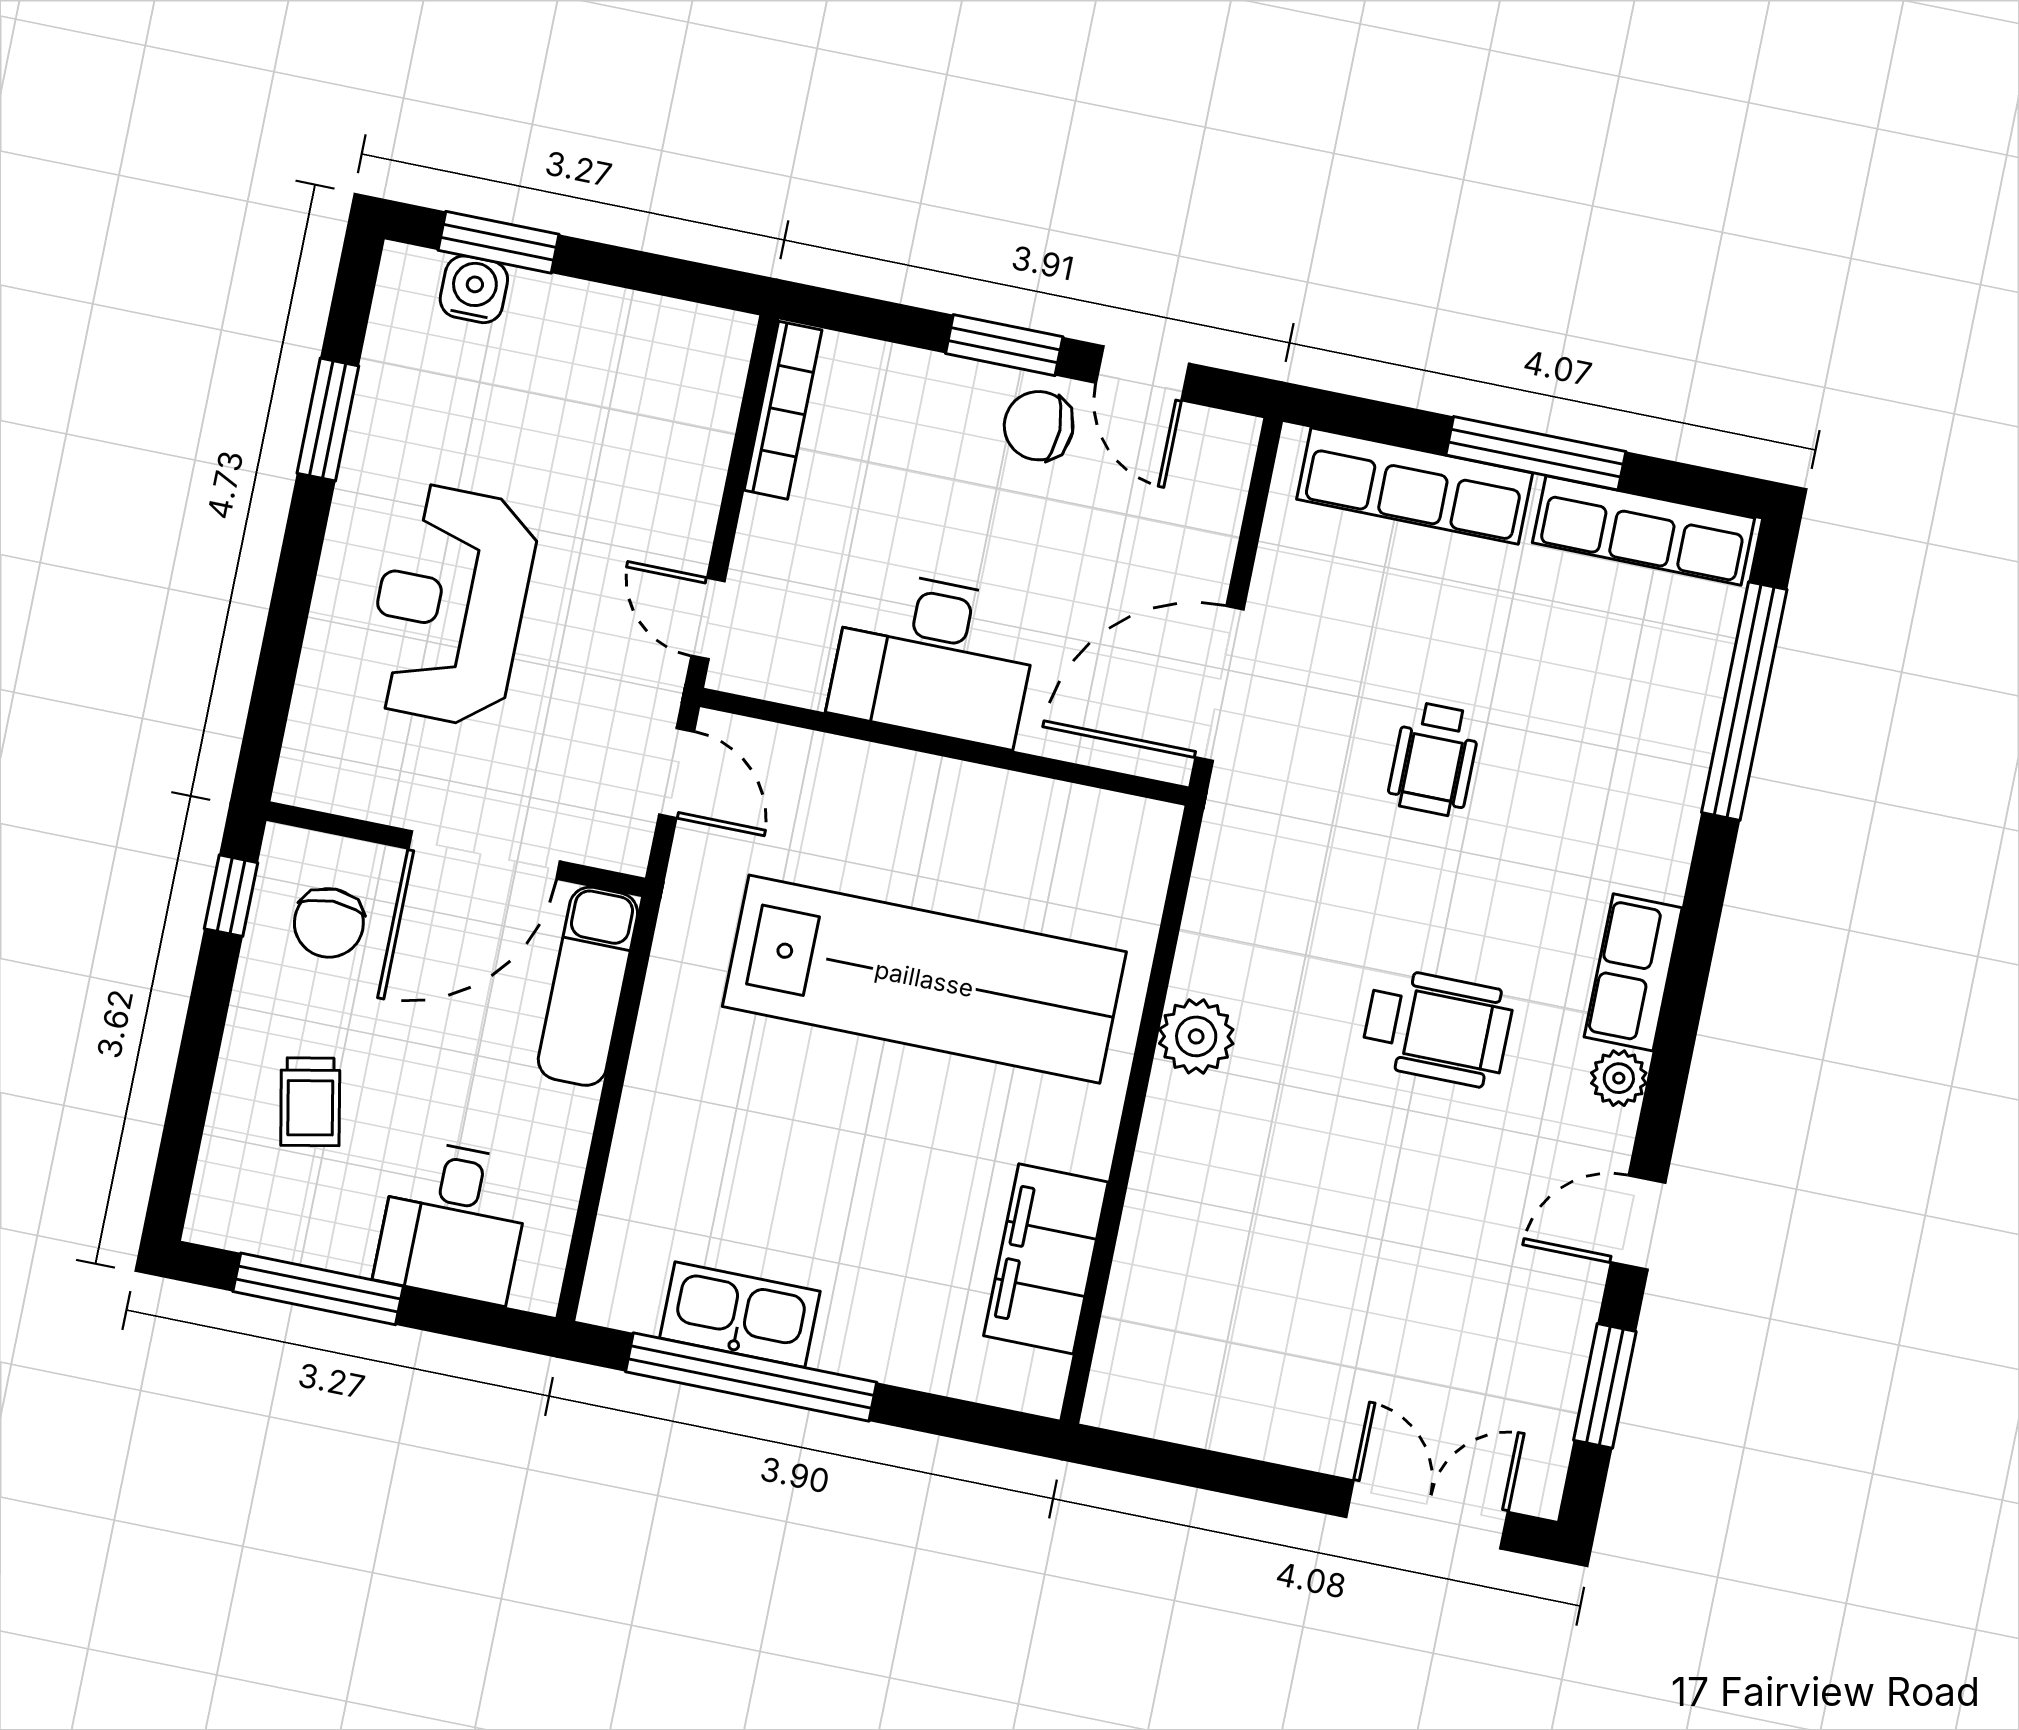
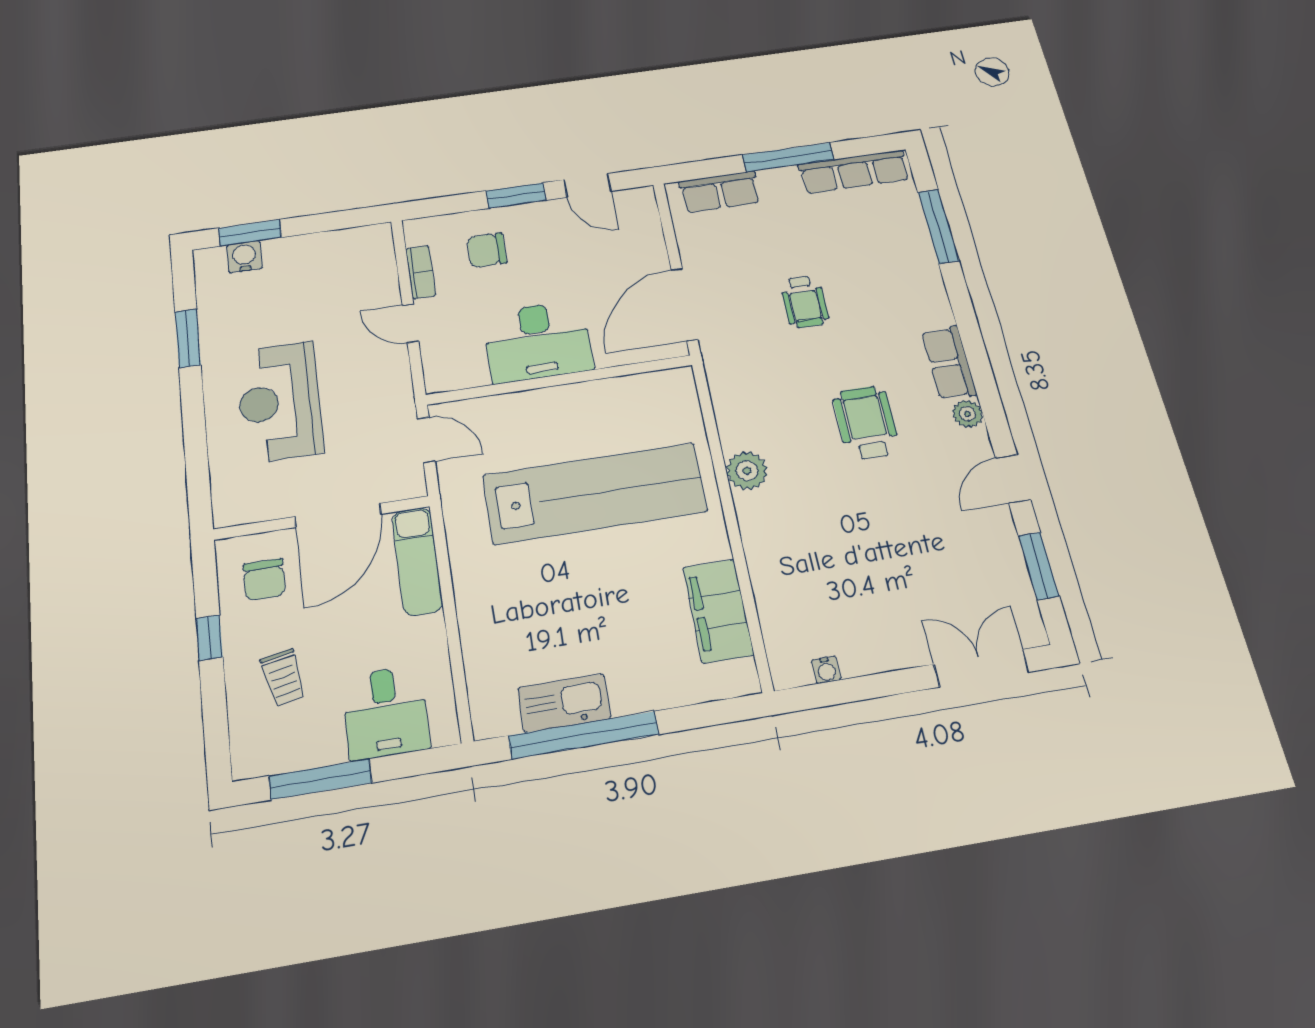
bookcase: (783, 410) -> (421, 272), width x0.64
chair: (1039, 426) -> (487, 250), moved
row of seats: (1415, 486) -> (720, 192), width x0.68
door: (708, 619) -> (410, 323), moved
window: (1744, 701) -> (938, 226), width x0.68
window: (231, 896) -> (209, 638), moved
wheelchair: (1437, 1028) -> (866, 423), turned -90
water cooler: (1178, 1422) -> (826, 670), added

